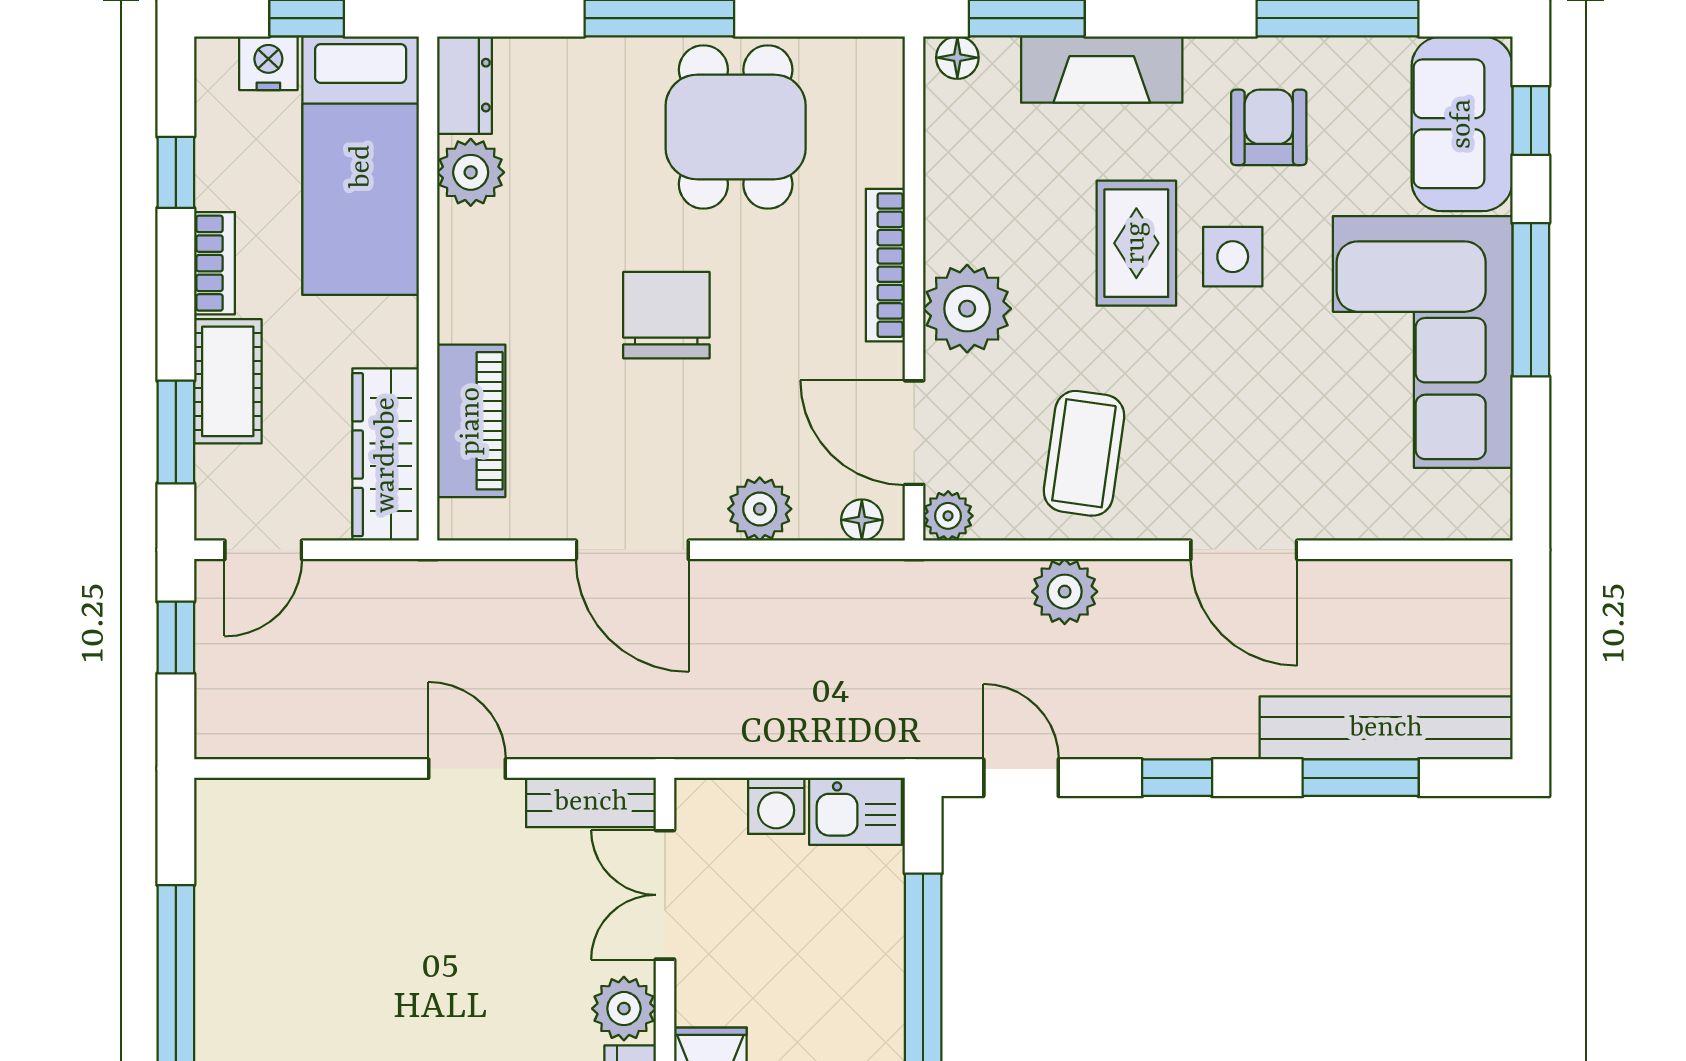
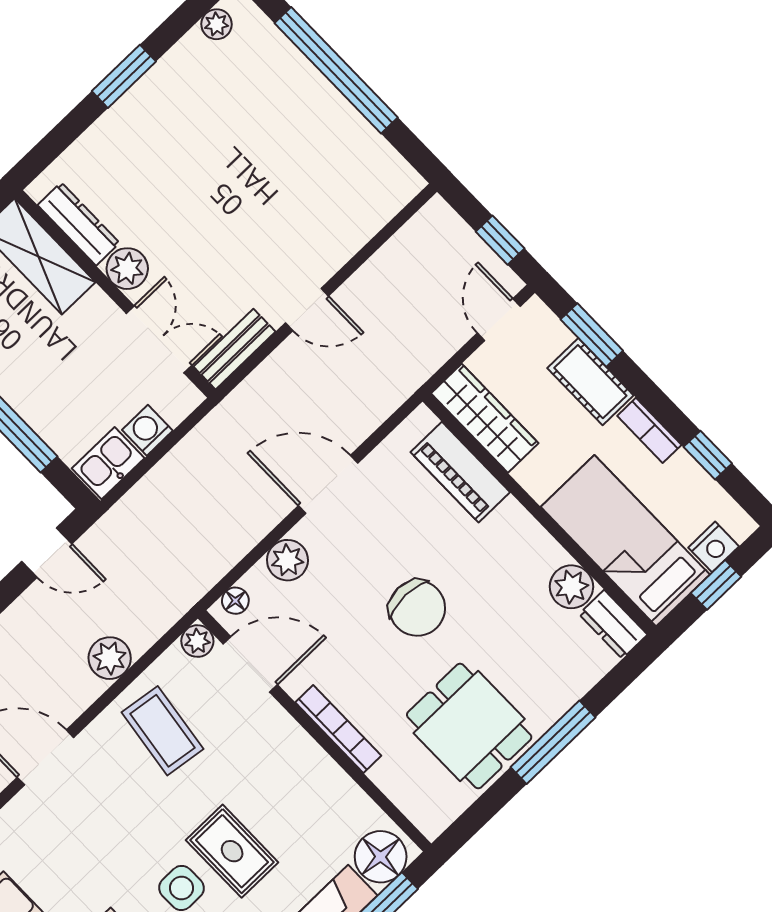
floor lamp: (957, 58) -> (381, 857), width x1.89, depth x1.89
plant: (967, 309) -> (281, 745), removed

